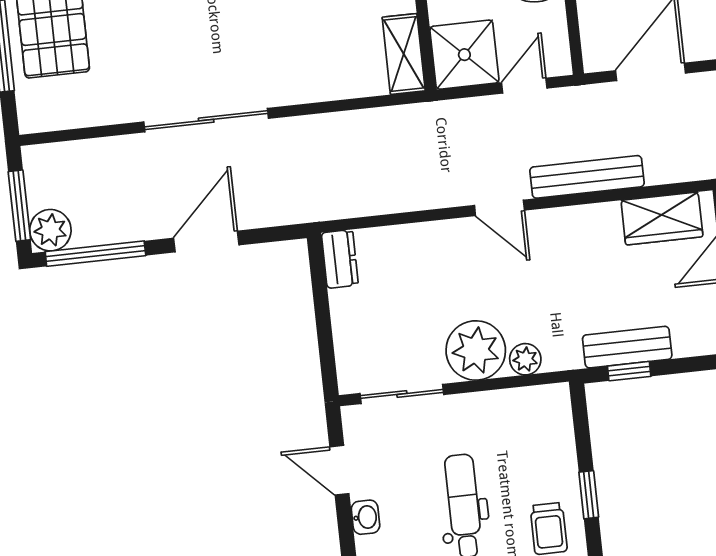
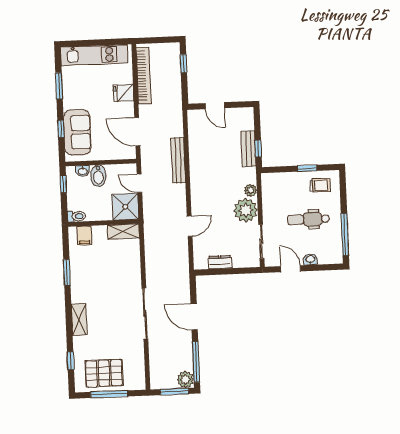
door: (499, 208) -> (190, 226), moved
wardrobe: (662, 218) -> (197, 131), removed
dresser: (340, 259) -> (220, 262), moved
door: (339, 470) -> (291, 269), swing flipped

